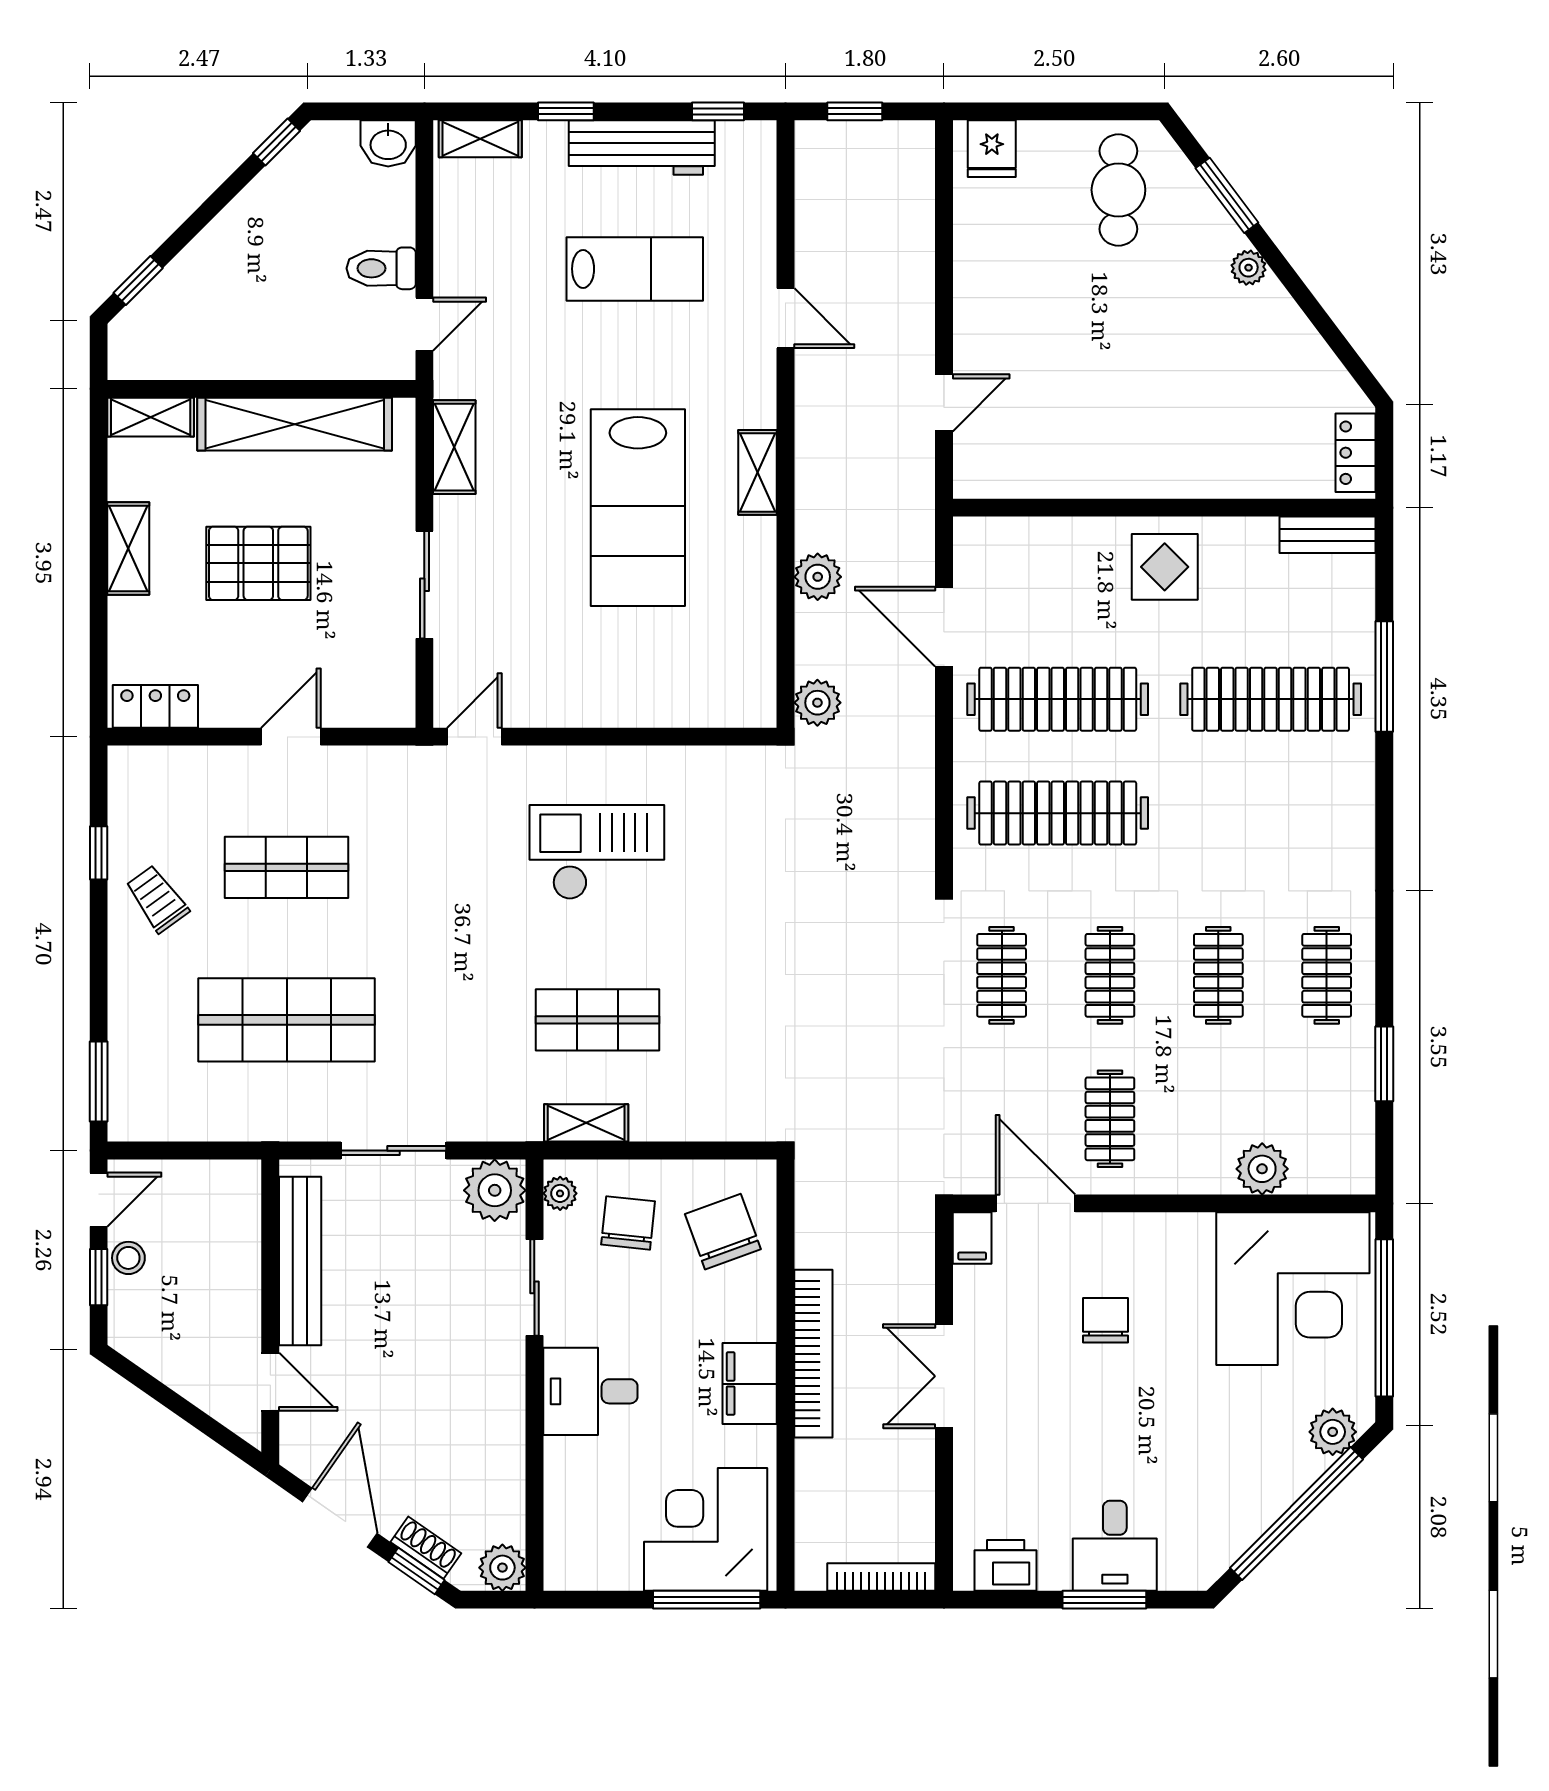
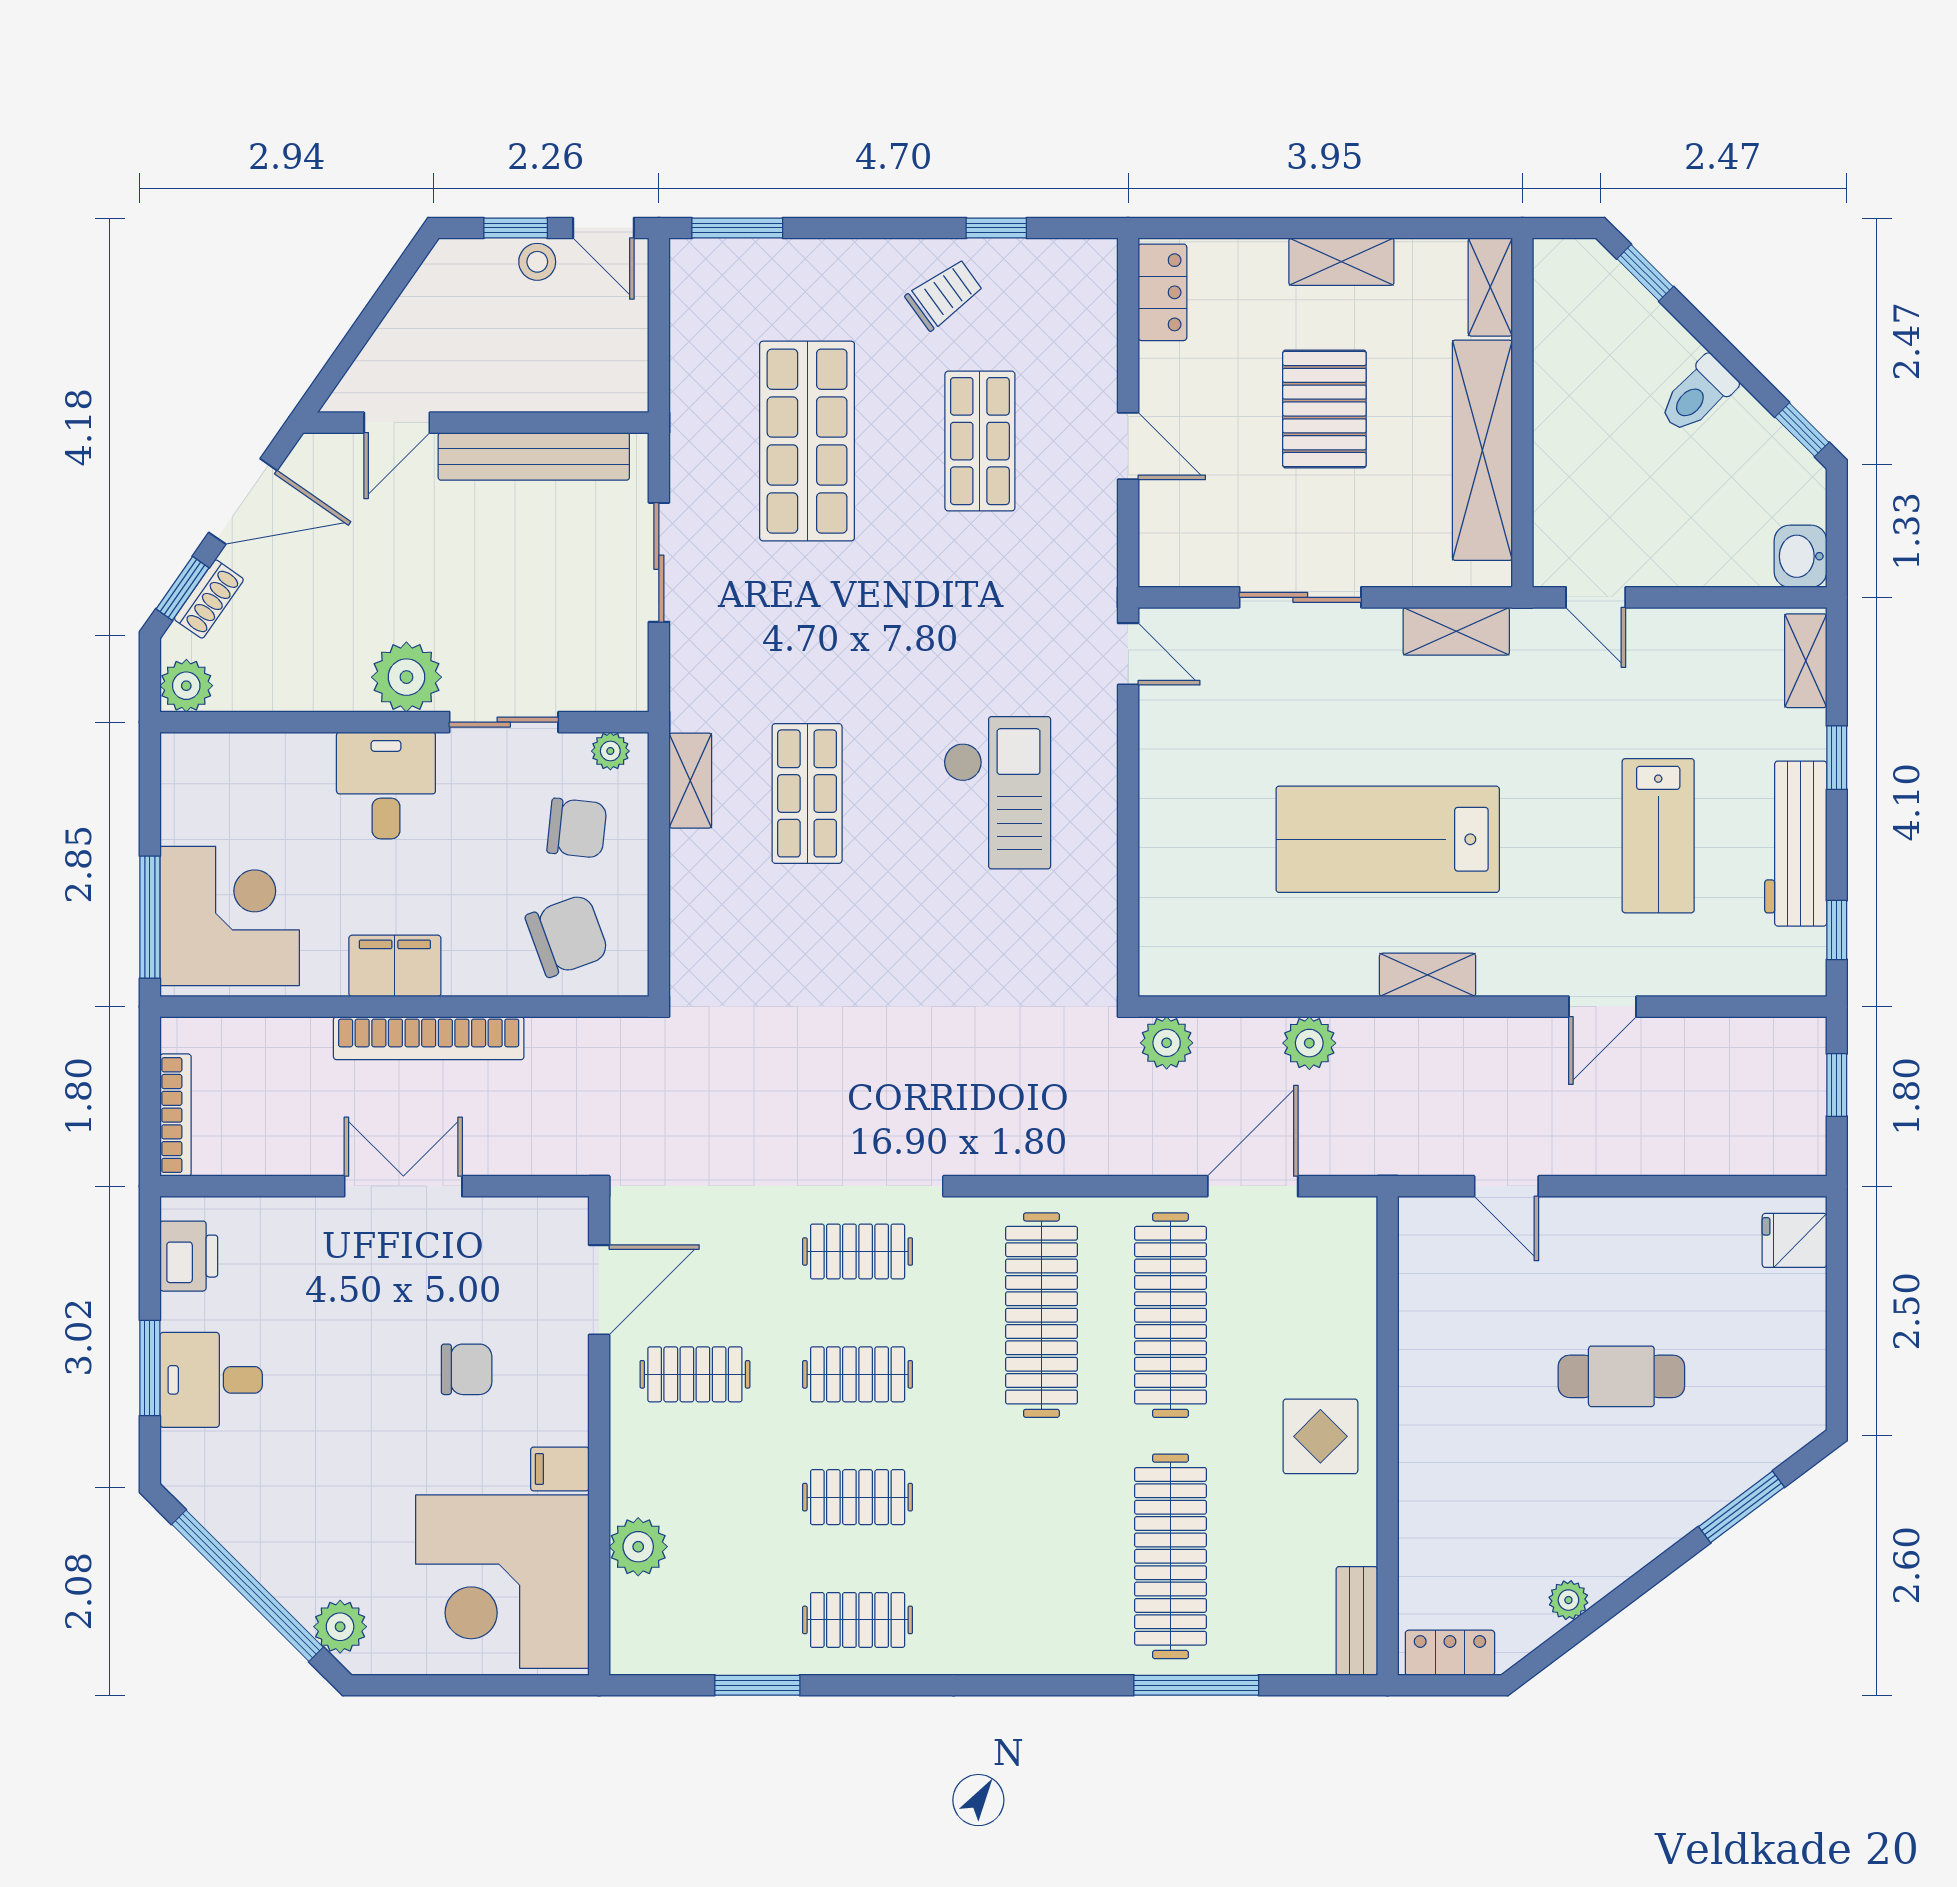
cafe table: (1118, 190) -> (1621, 1376), moved
toilet: (381, 268) -> (1698, 395), moved, turned -135
plant: (1249, 268) -> (1568, 1600), moved
plant: (495, 1190) -> (406, 677), moved
filing cabinet: (972, 1238) -> (560, 1469), moved
window: (1384, 1318) -> (469, 1685), removed

